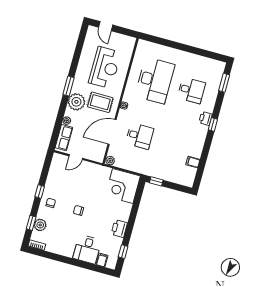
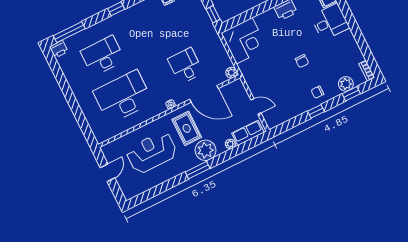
door: (106, 26) -> (108, 173), moved
window: (224, 83) -> (69, 32), width x1.44
desk: (191, 90) -> (103, 56), width x1.37
printer: (205, 118) -> (59, 49), moved

